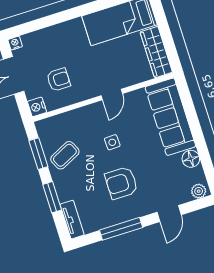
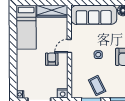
armchair: (59, 80) -> (52, 59), moved
door: (112, 95) -> (69, 46), swing flipped

